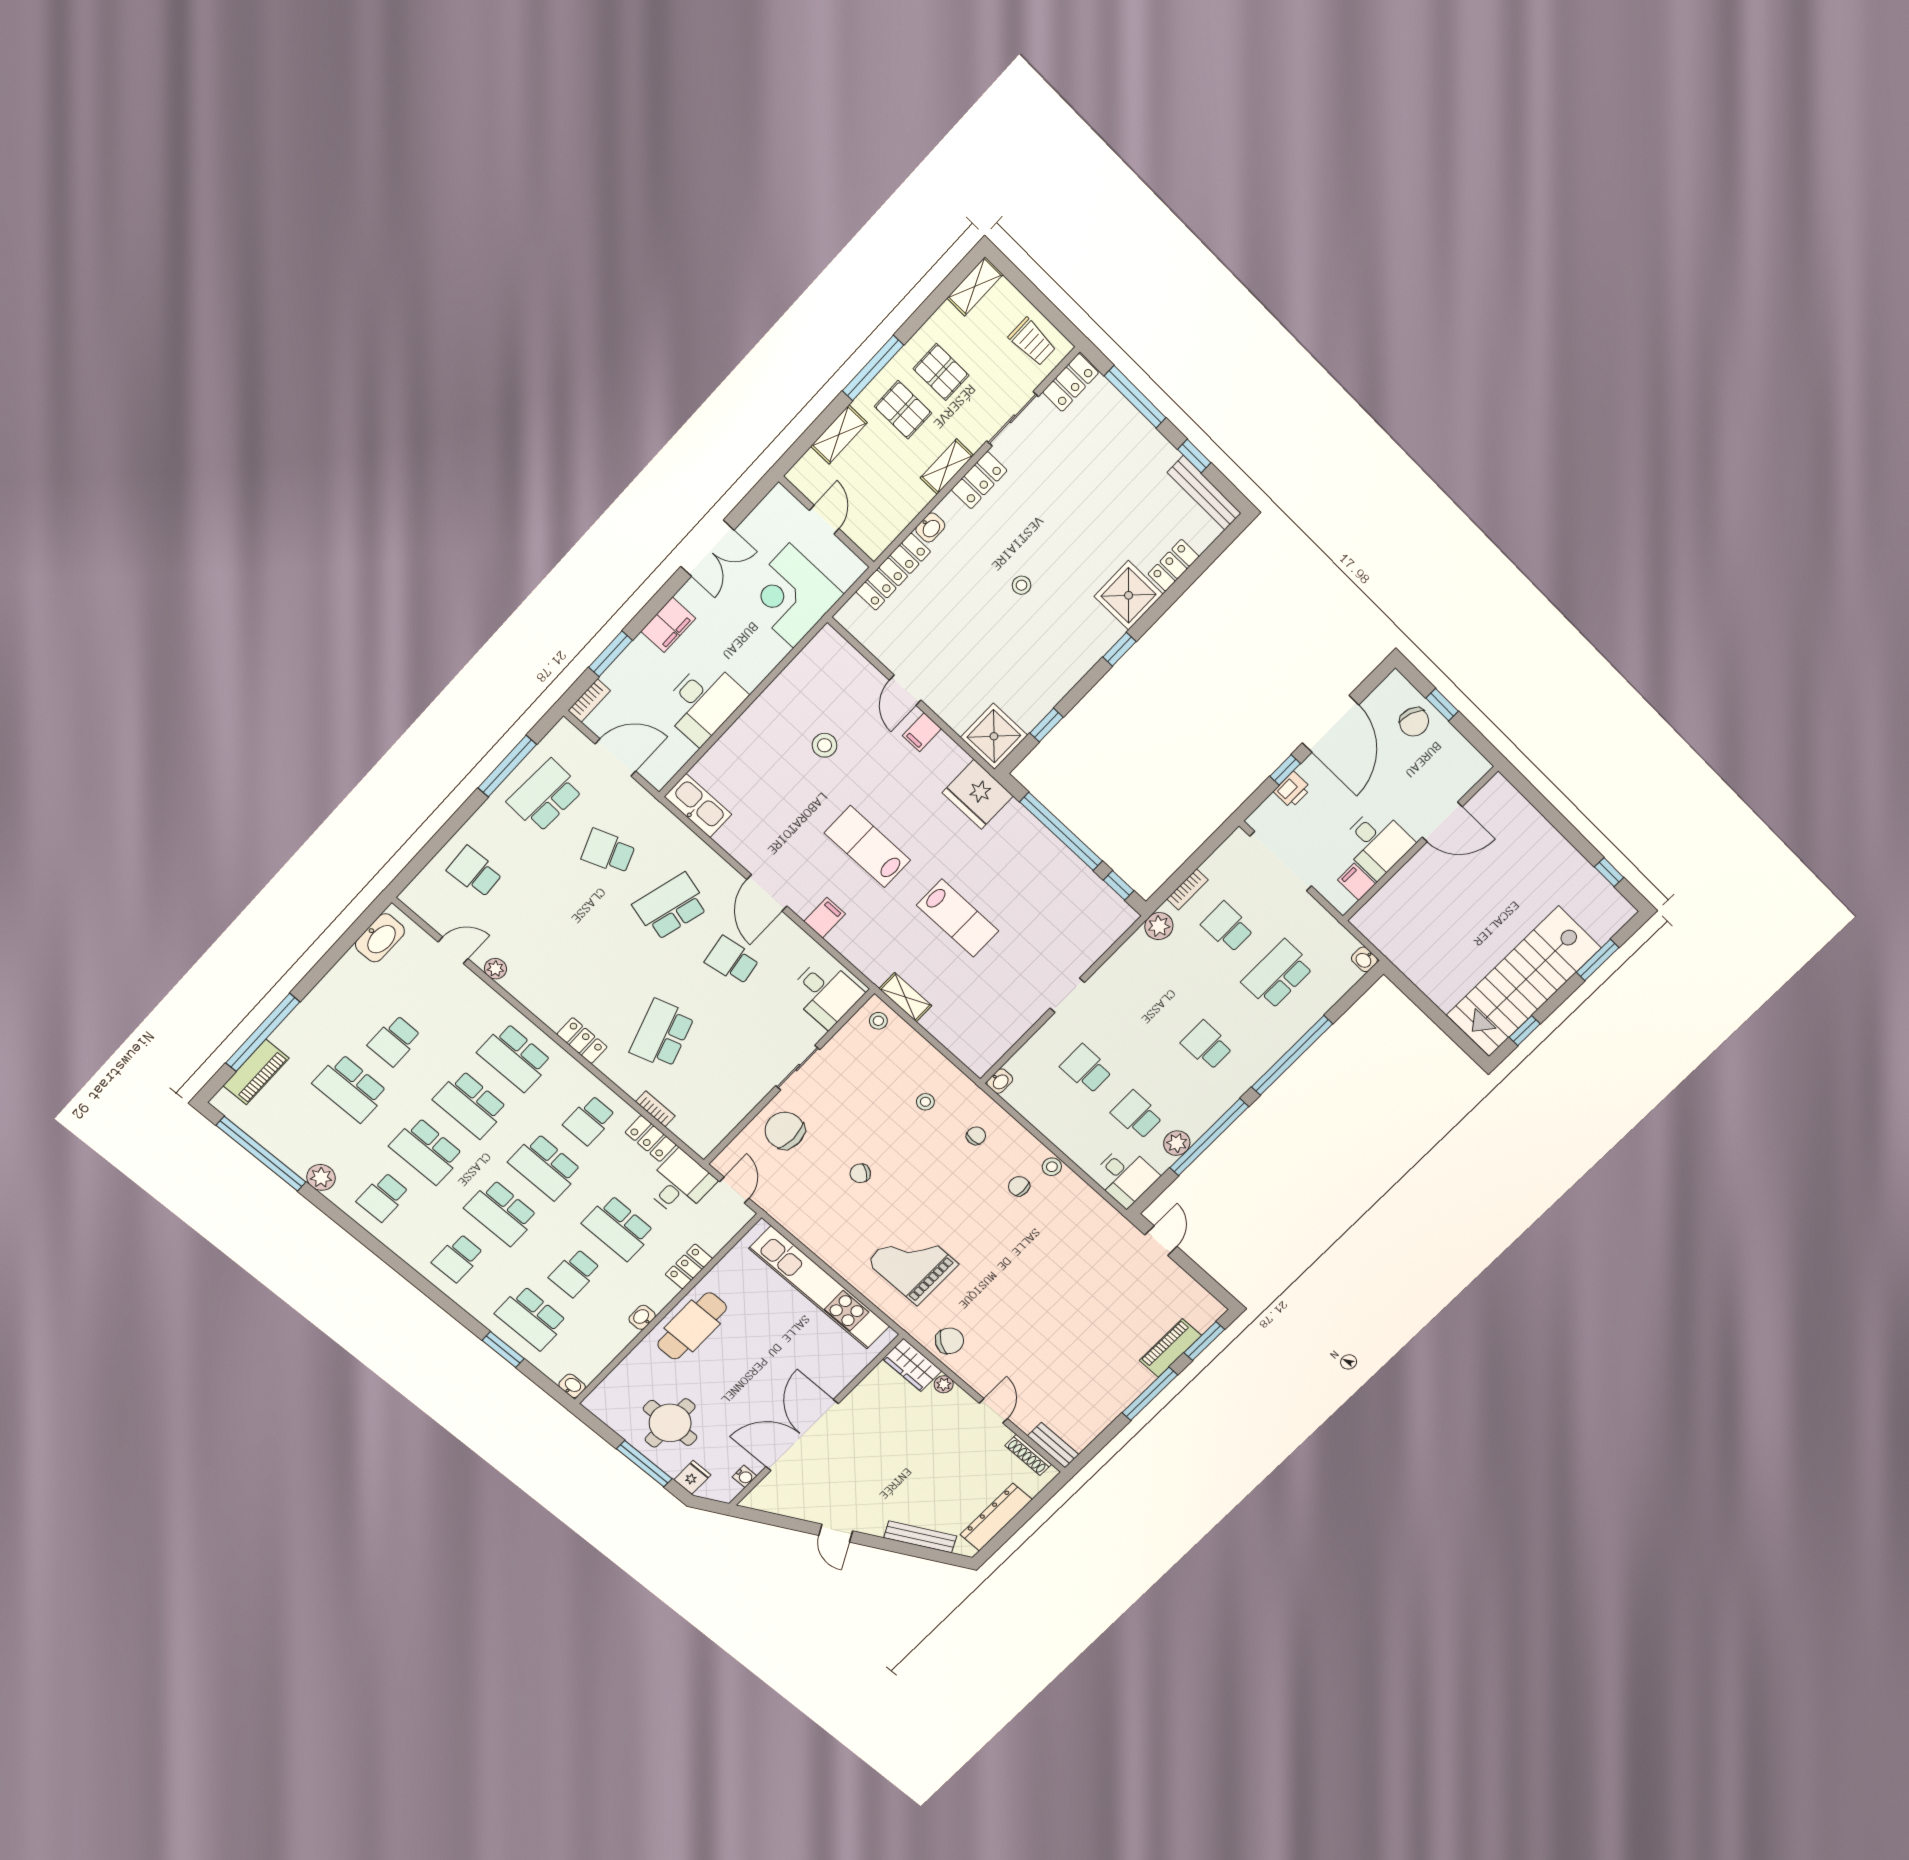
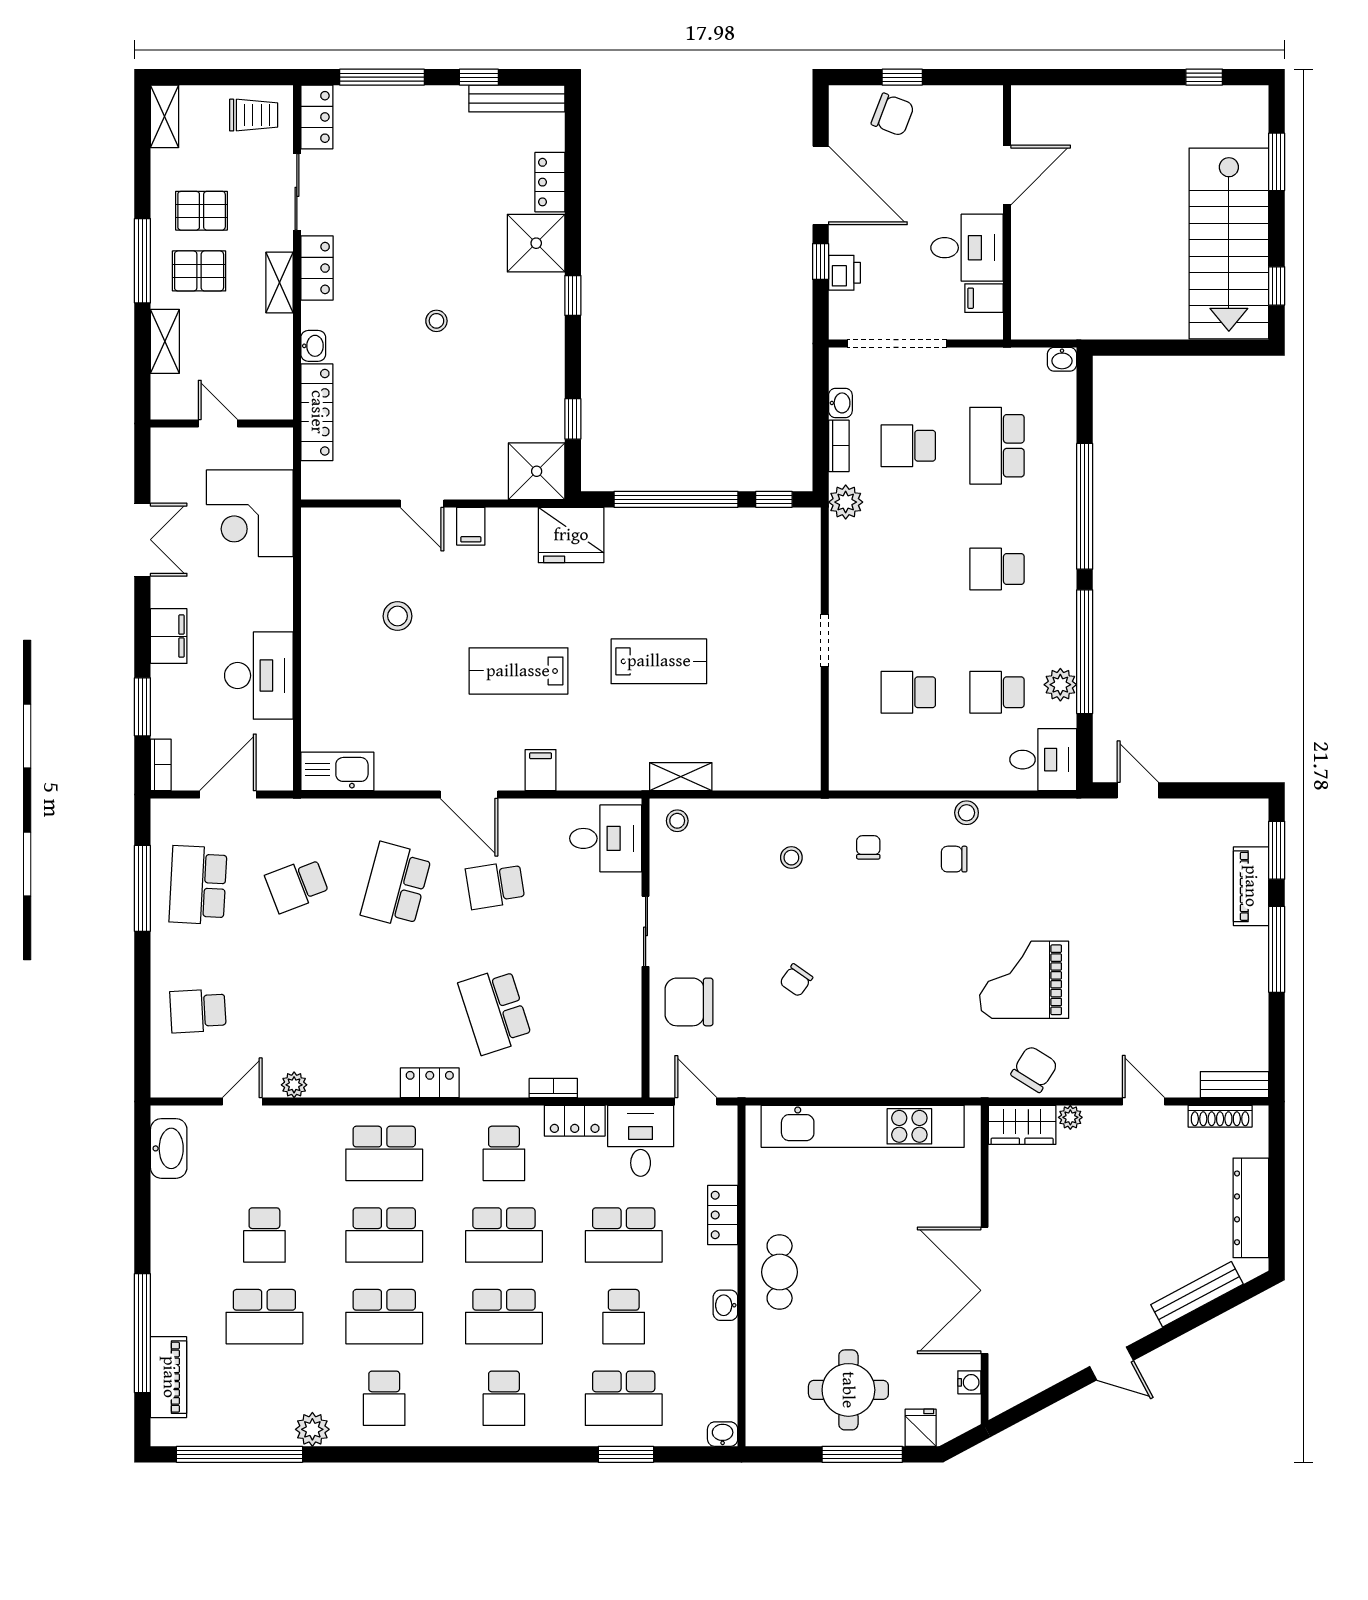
washbasin: (1000, 1081) -> (840, 403), moved
grand piano: (913, 1263) -> (1024, 980), moved
cafe table: (692, 1326) -> (780, 1272), width x0.73, depth x0.74

